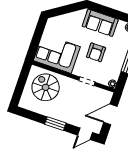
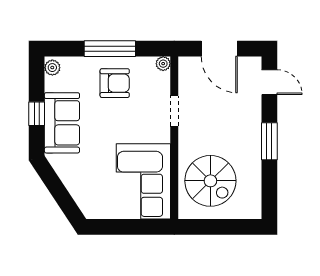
window: (109, 12) -> (37, 114), added
armchair: (96, 52) -> (115, 83), moved
spiral stairs: (46, 87) -> (210, 181), turned -90

